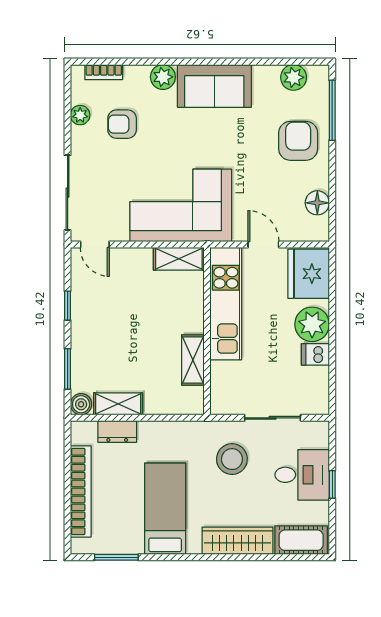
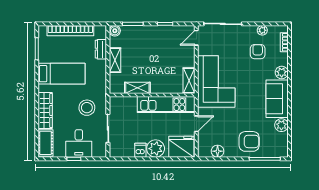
plant: (294, 77) -> (281, 125), moved
shelving: (118, 404) -> (115, 60), moved

